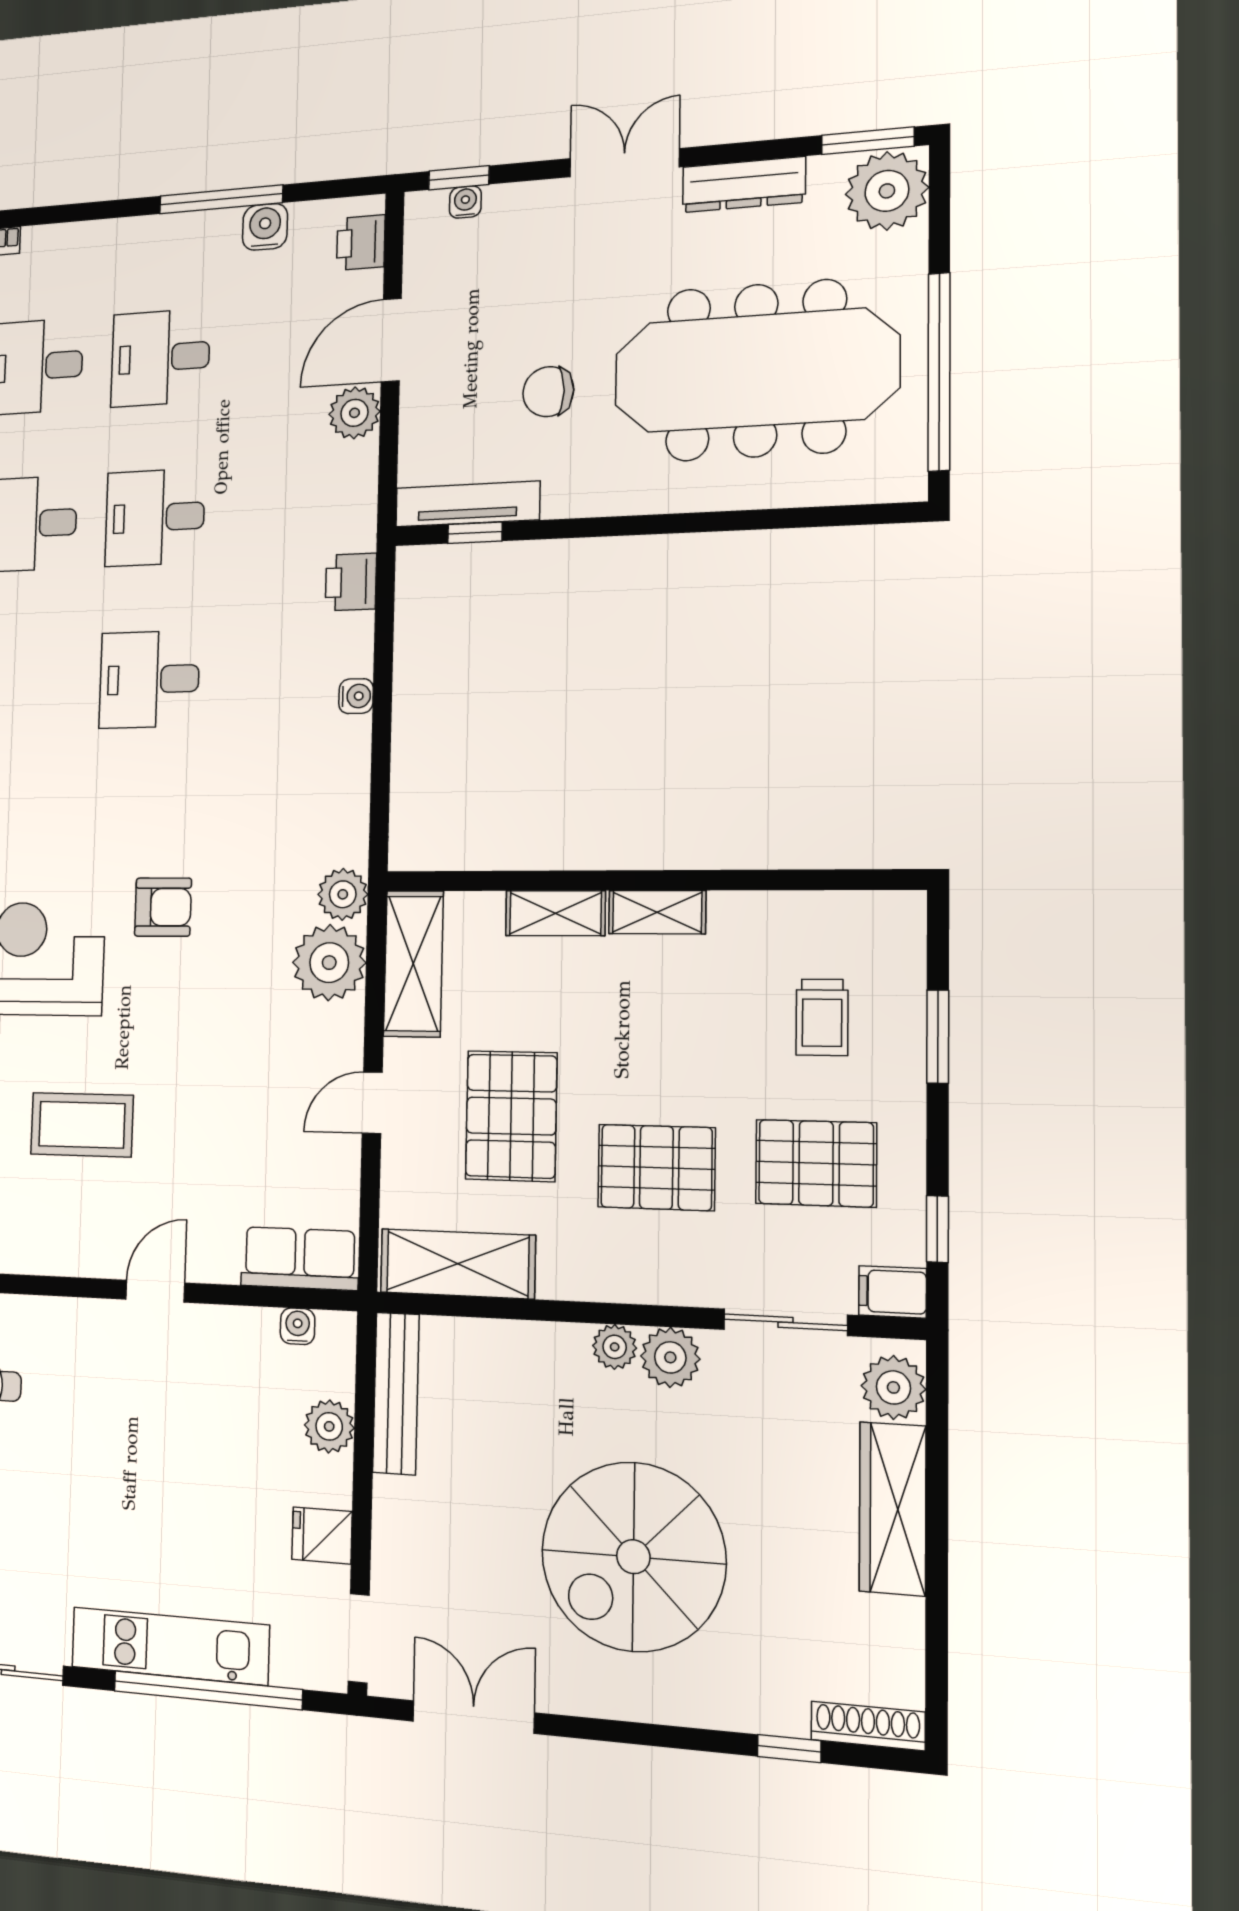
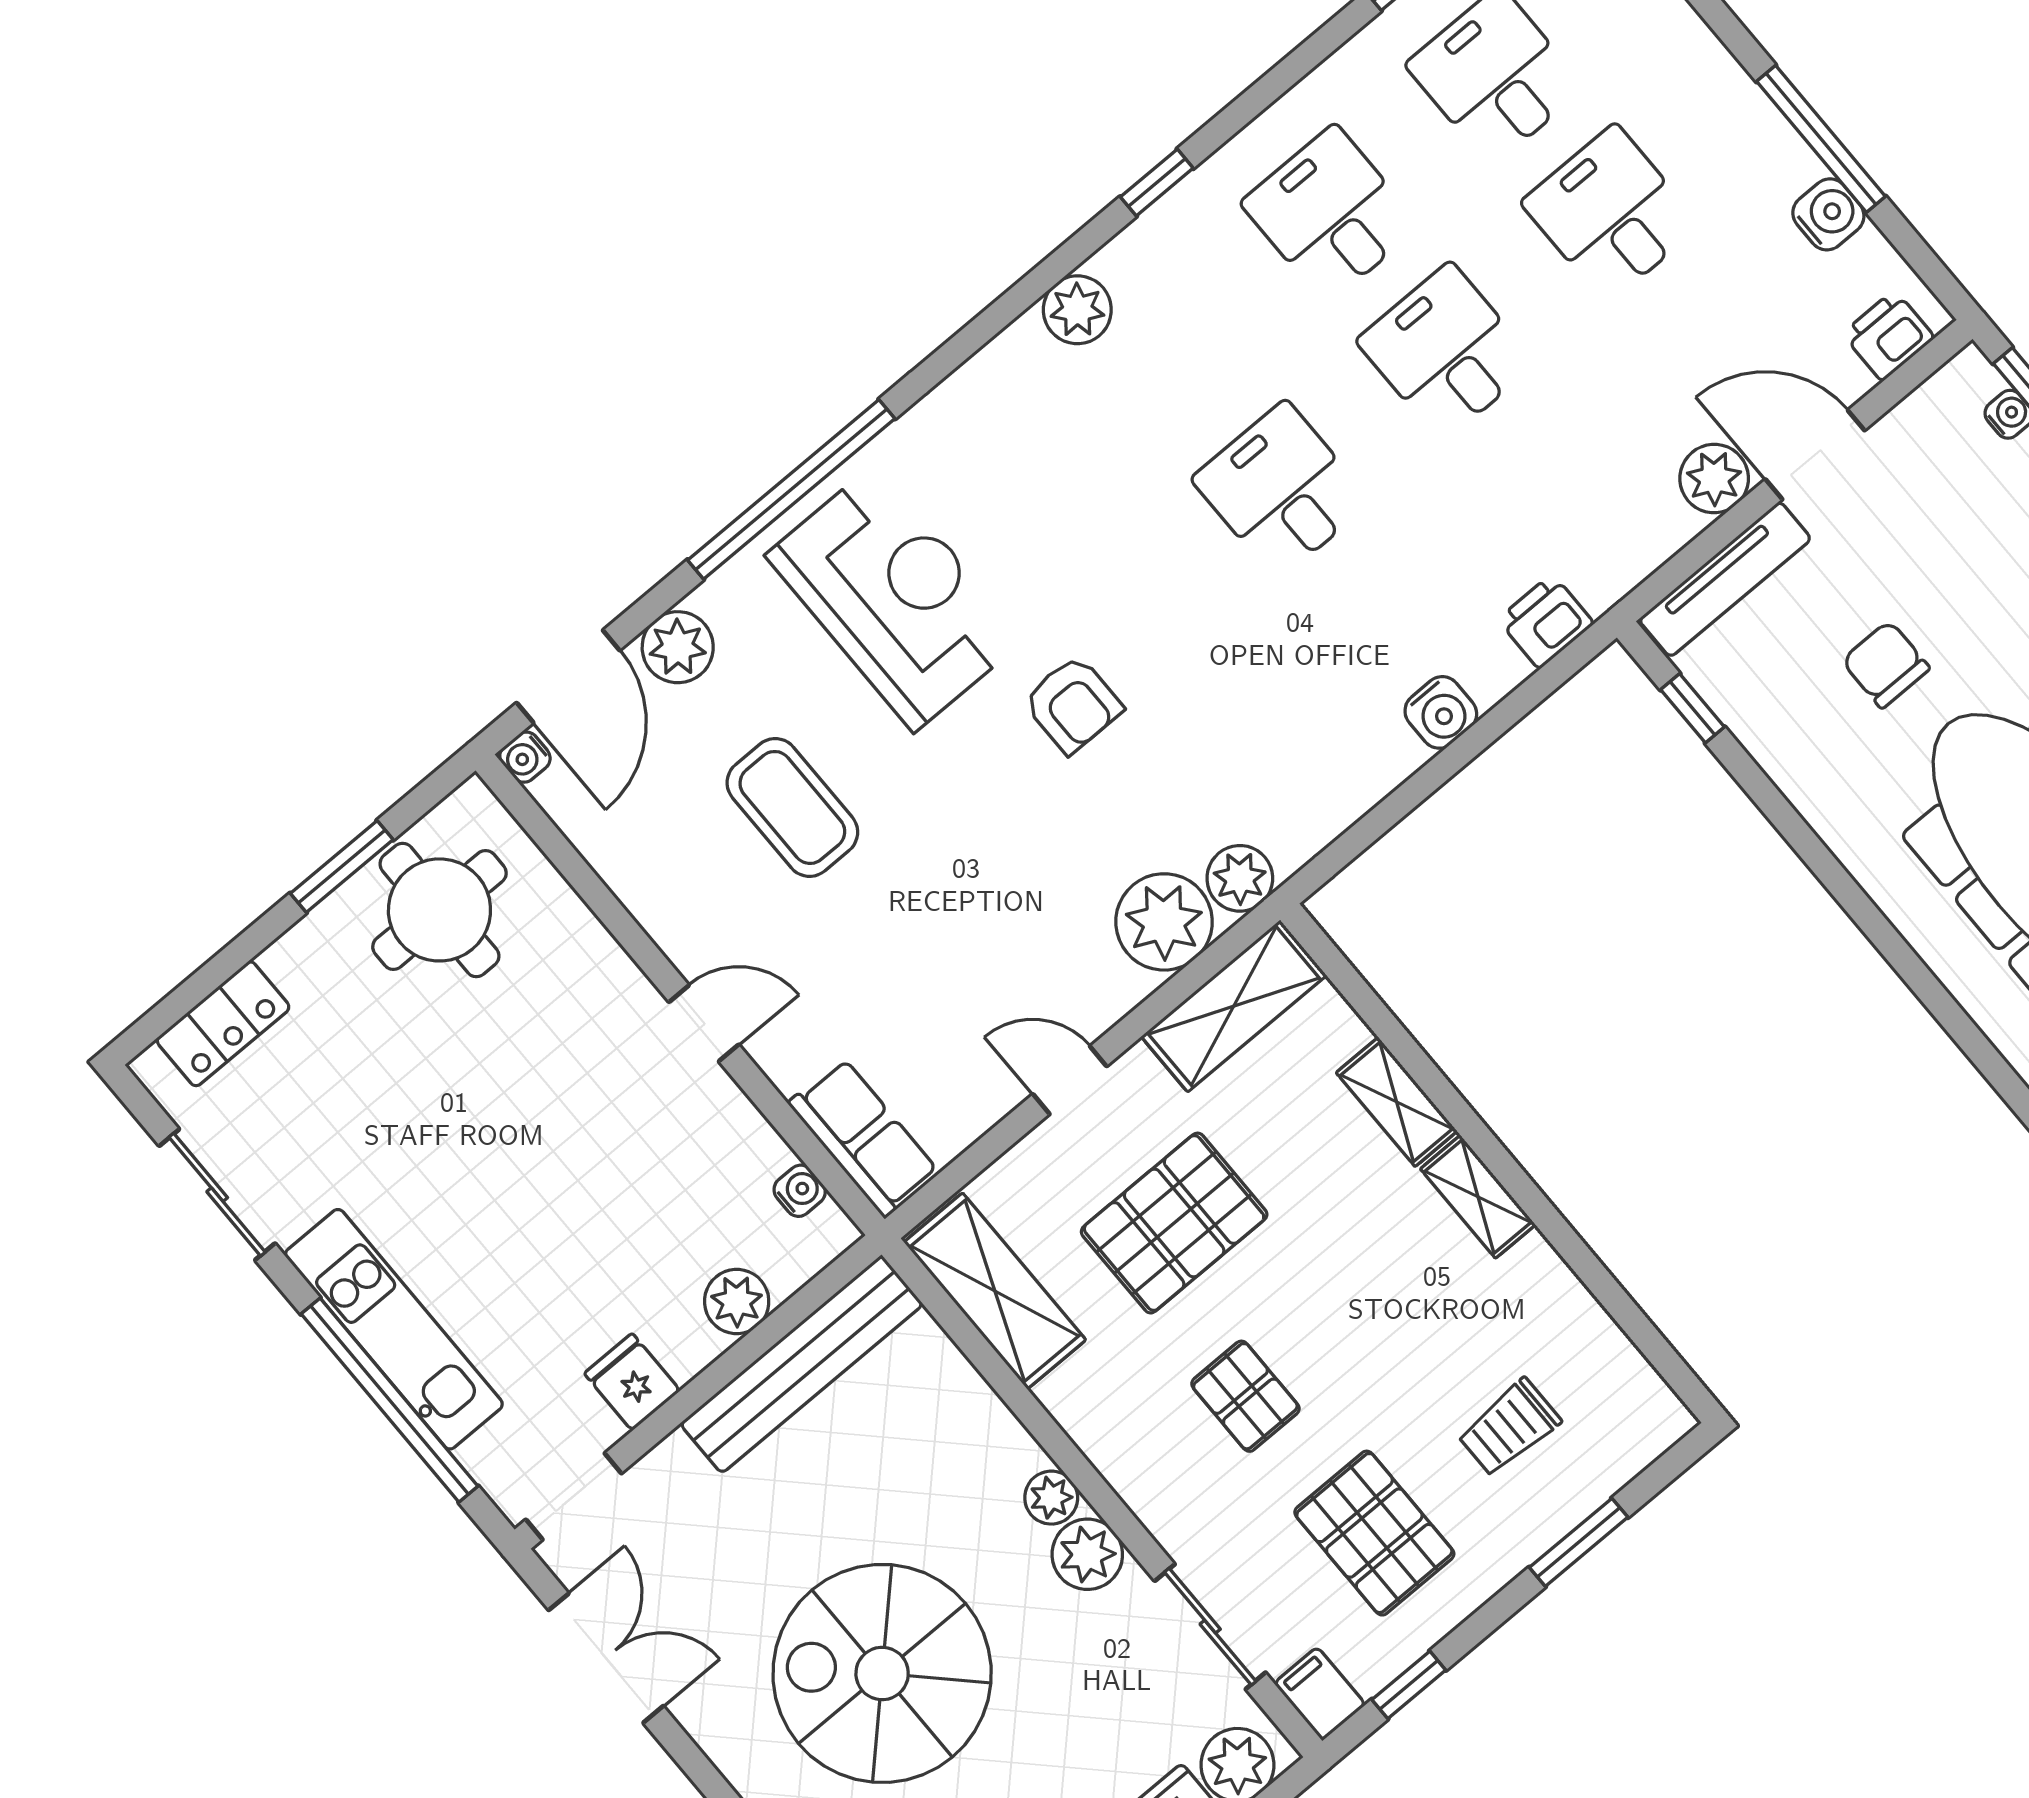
tv unit: (467, 504) -> (1725, 579), moved, turned 90
water cooler: (356, 696) -> (1441, 712), width x1.38, depth x1.38
pallet: (656, 1167) -> (1245, 1396), width x0.67, depth x0.71
bench: (396, 1393) -> (802, 1364), width x1.37, depth x1.21

